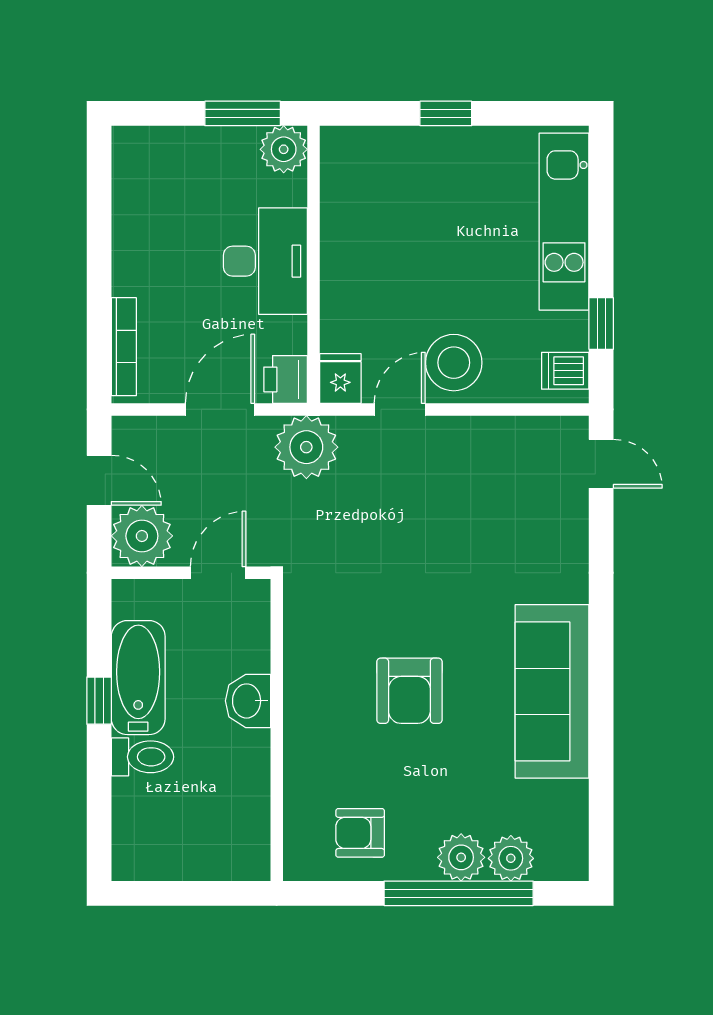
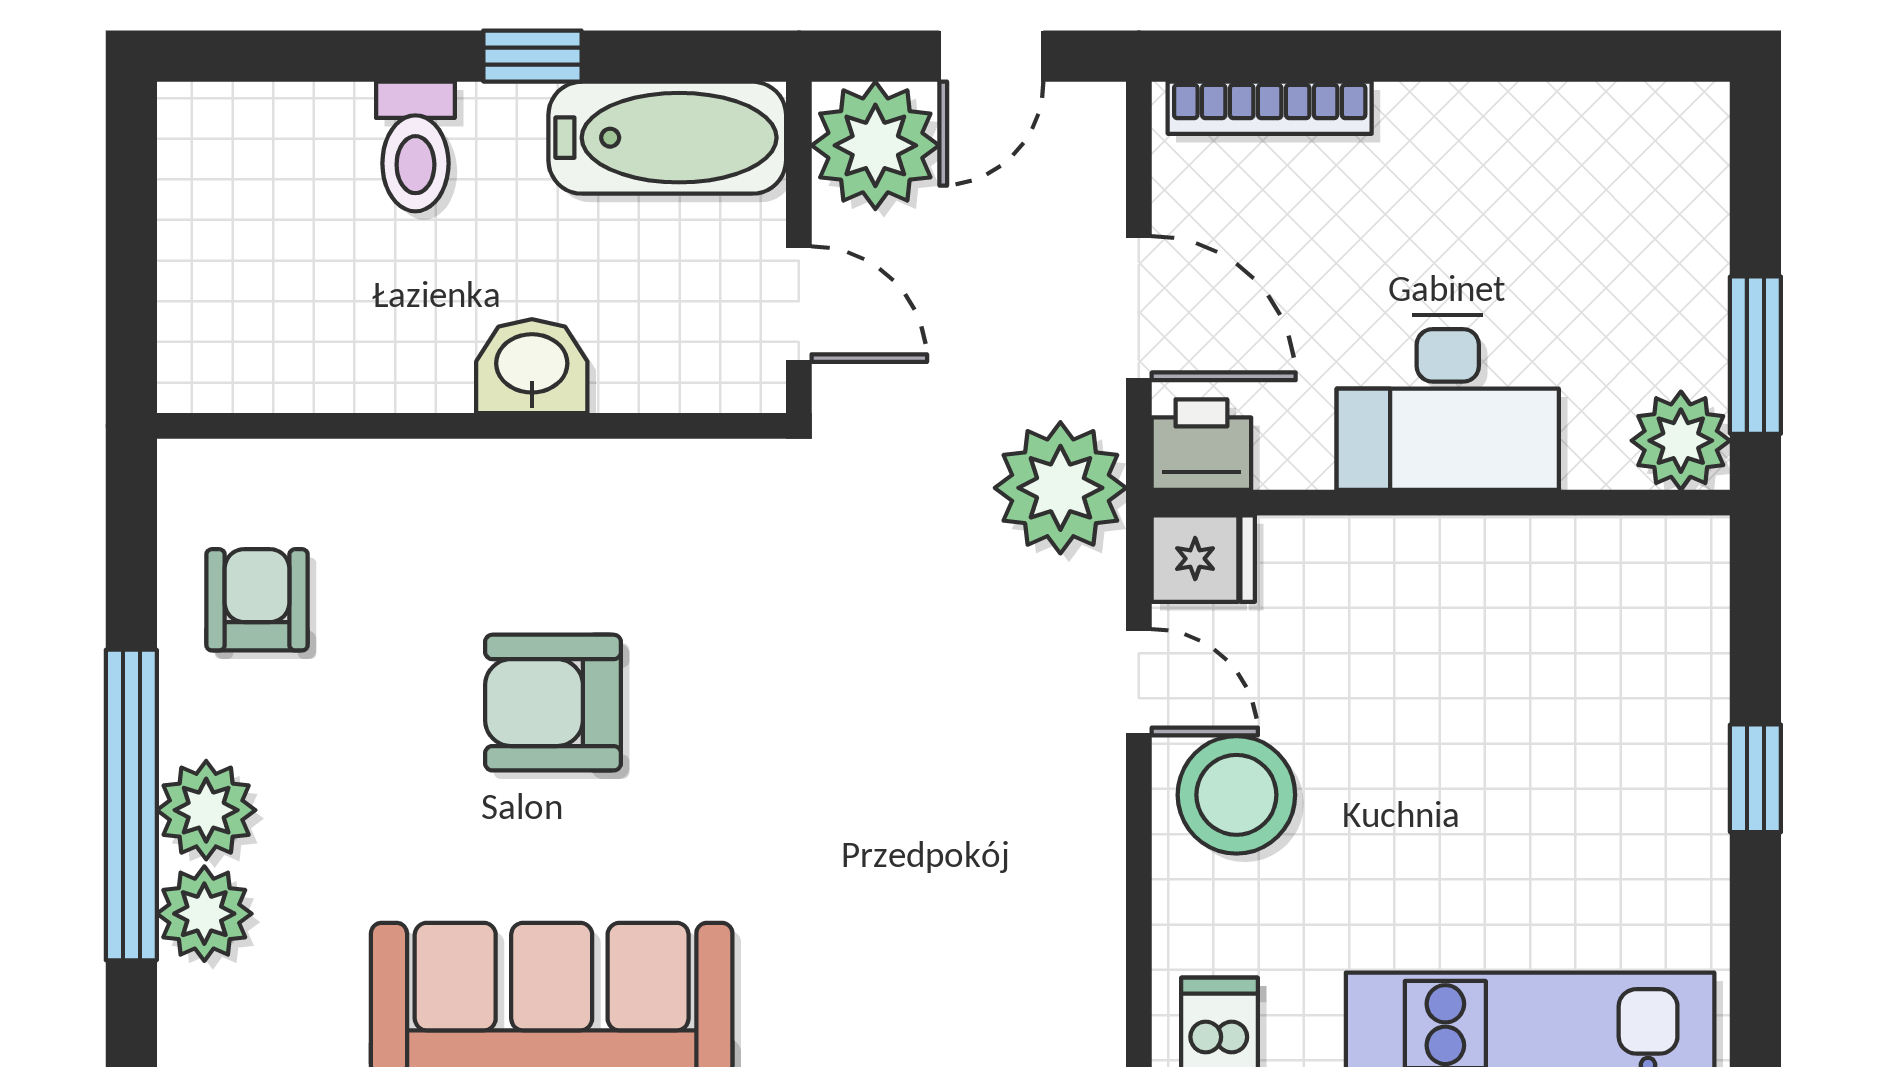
bathtub: (138, 678) -> (667, 138), moved

